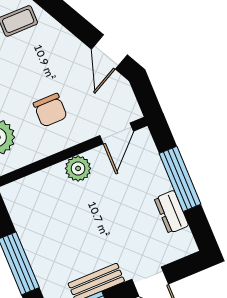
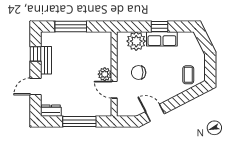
door: (117, 133) -> (114, 90), moved
dresser: (171, 212) -> (51, 111), moved

